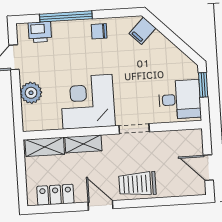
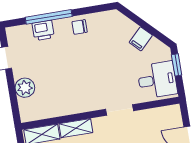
filing cabinet: (142, 31) -> (141, 39), moved
printer: (40, 32) -> (43, 30), moved
corner desk: (88, 102) -> (76, 90), removed

